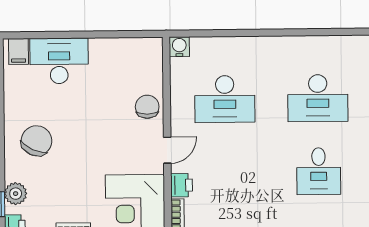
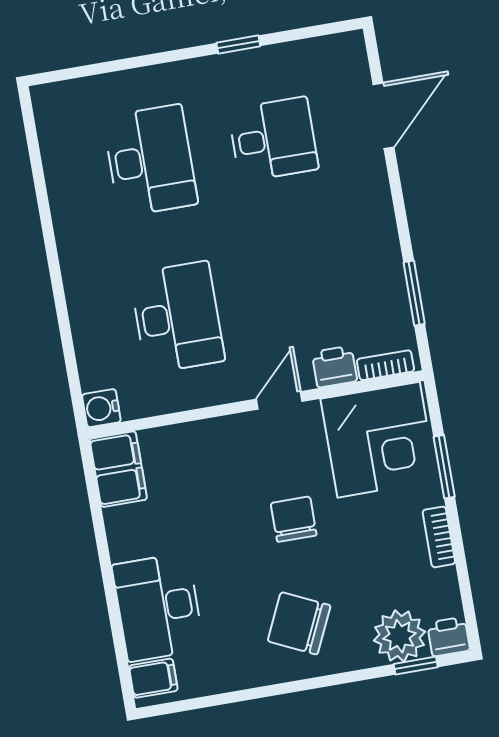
filing cabinet: (143, 51) -> (118, 469), added
chair: (147, 107) -> (294, 519), moved, turned 90
door: (167, 150) -> (279, 400), hinge flipped
plant: (16, 194) -> (400, 636), width x1.36, depth x1.36

